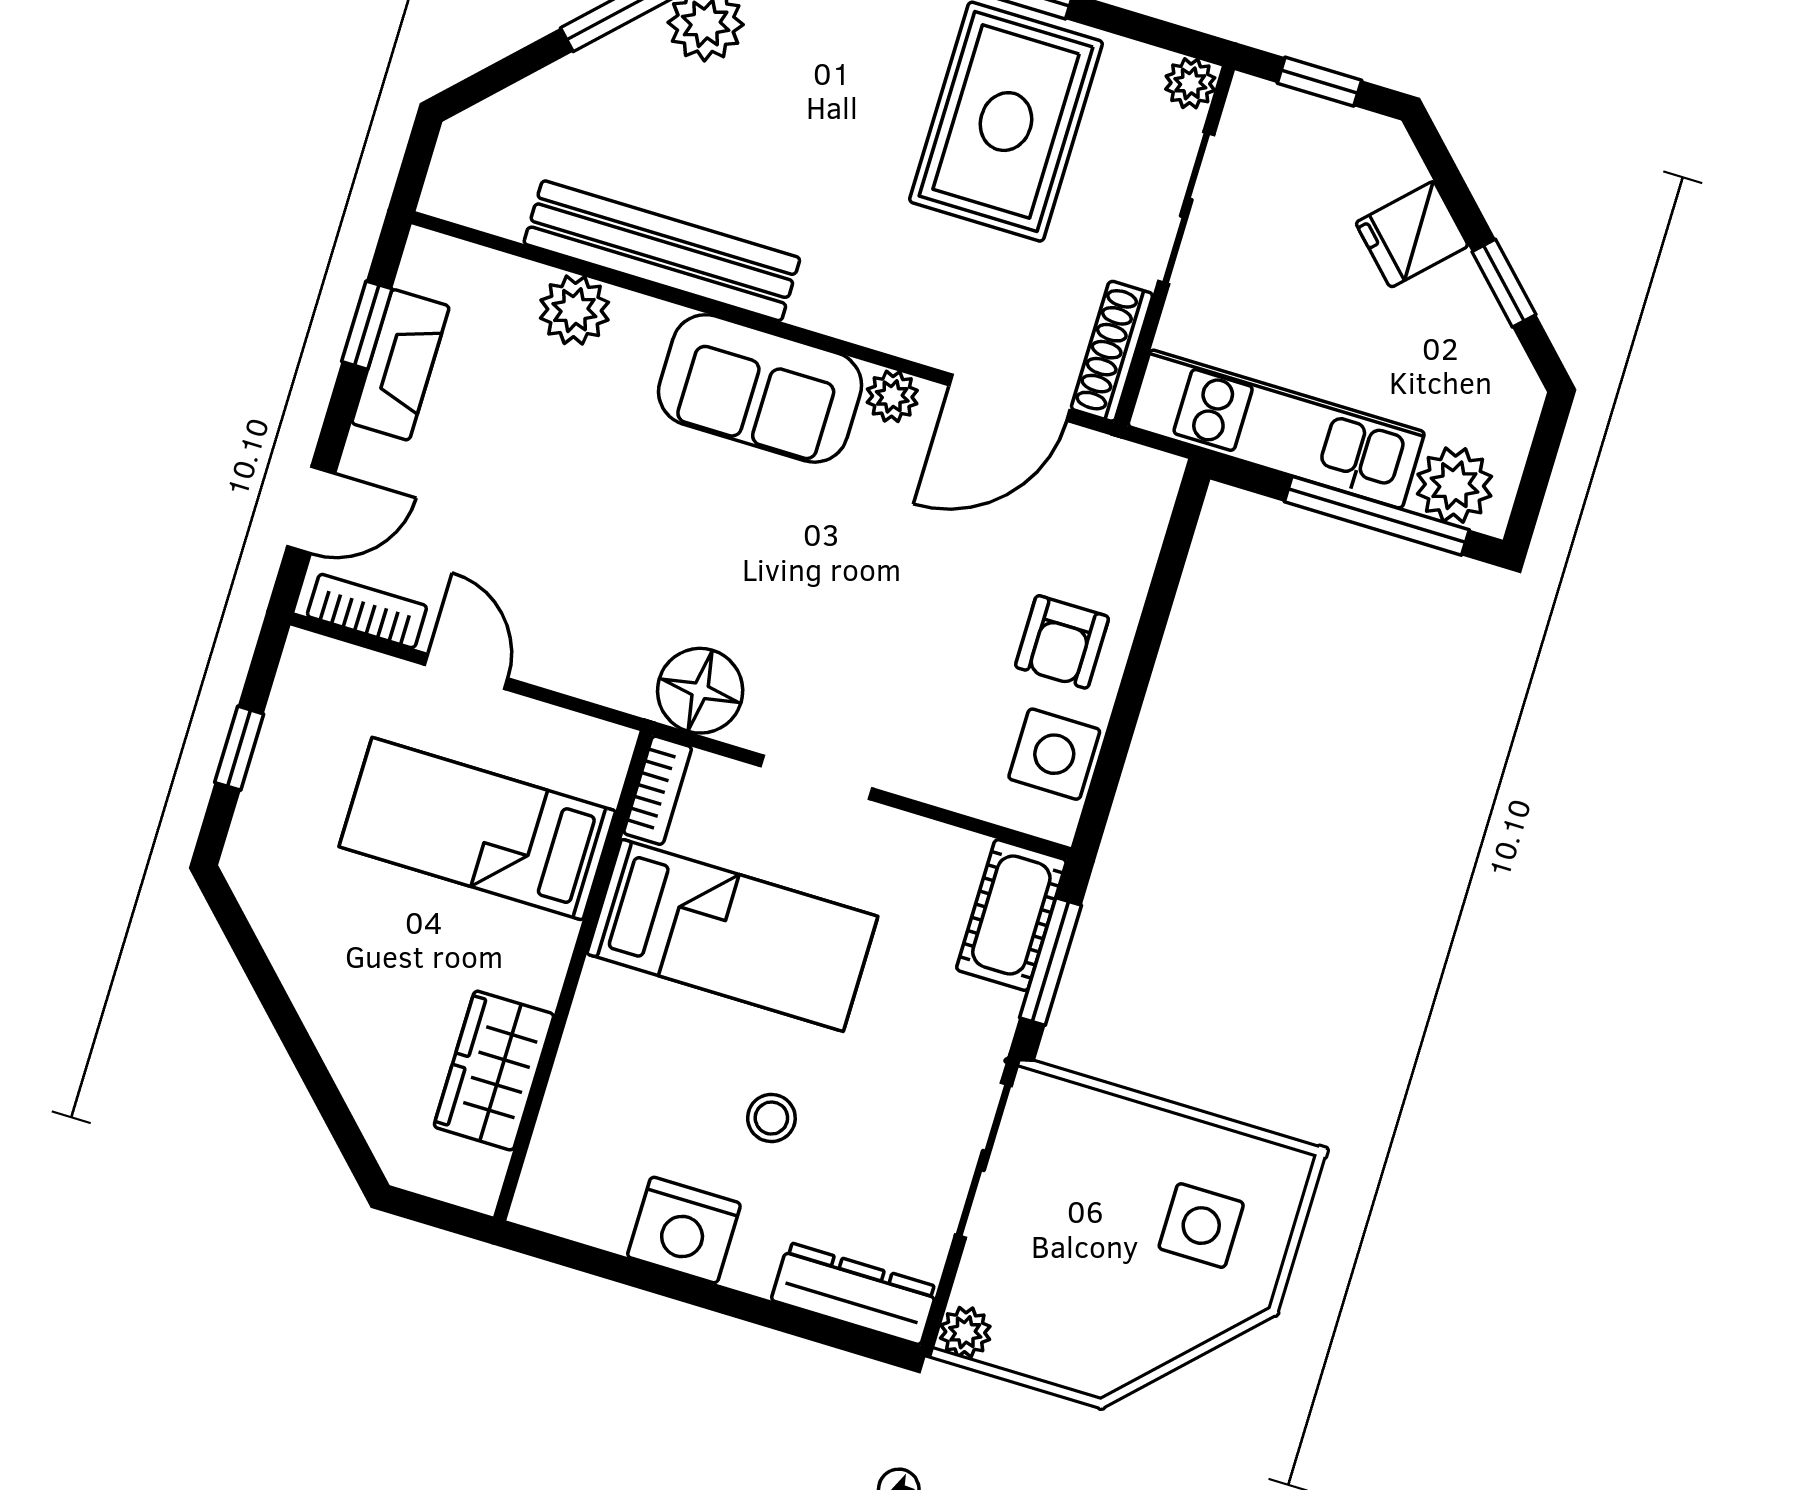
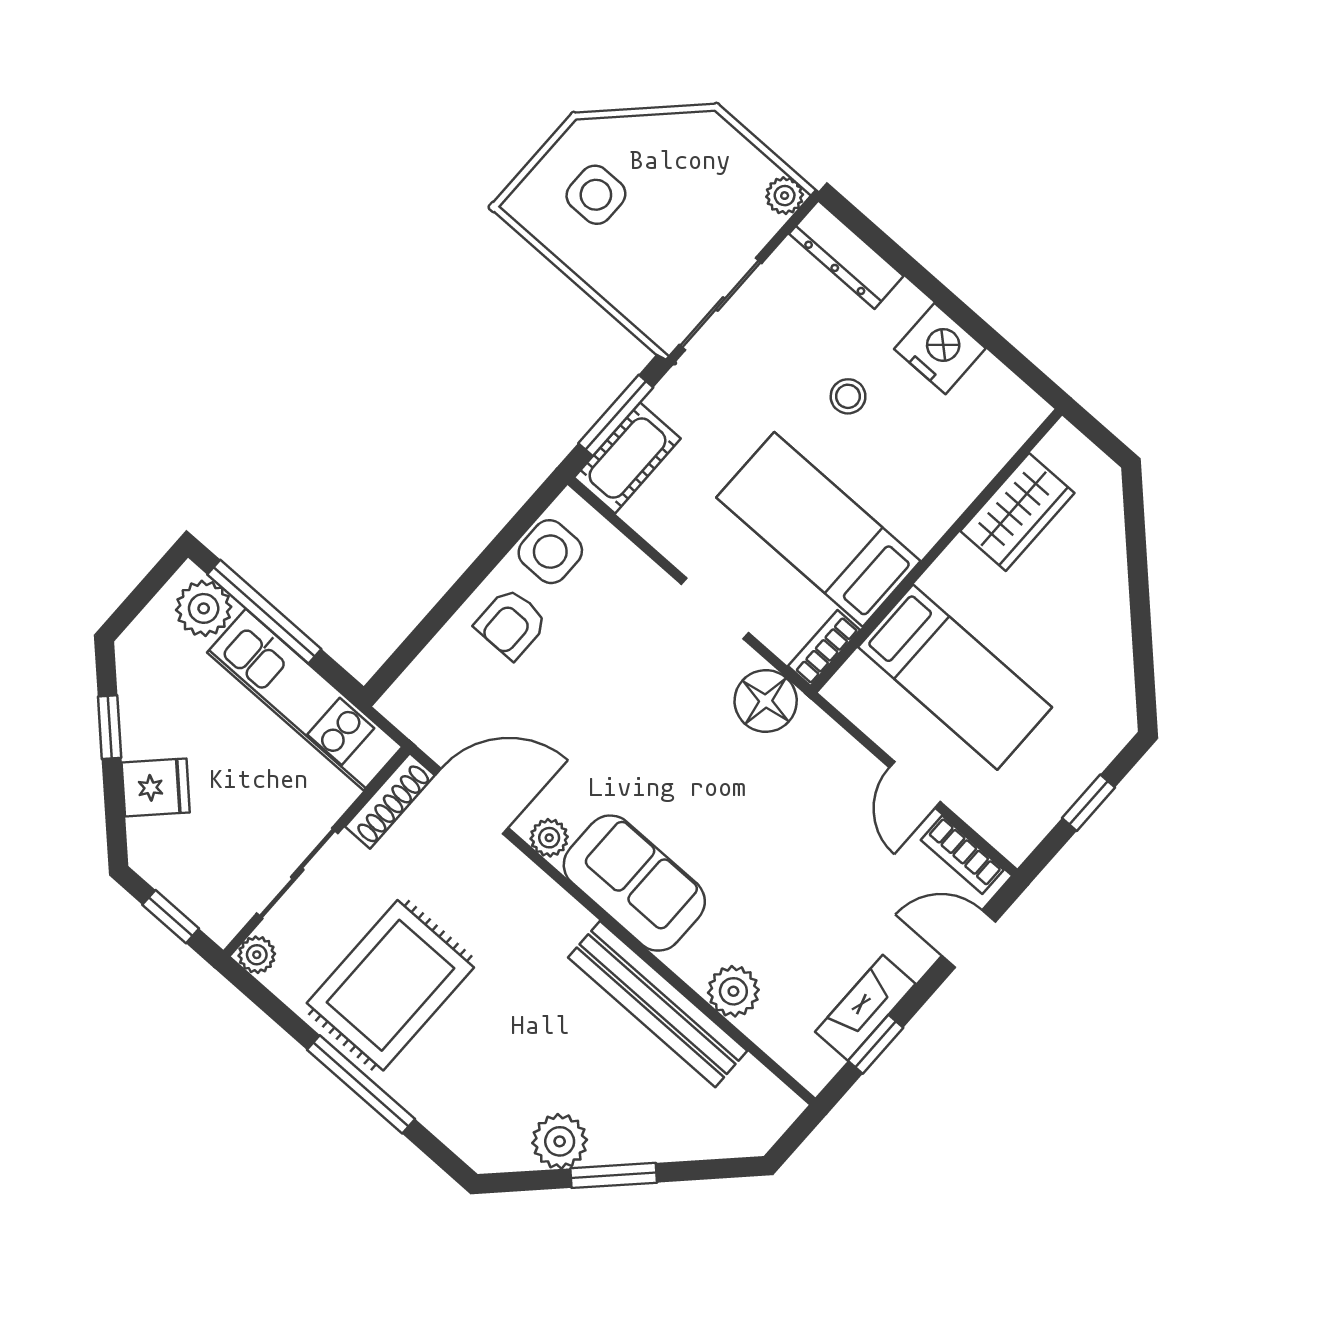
armchair: (1062, 642) -> (511, 624), turned 180

